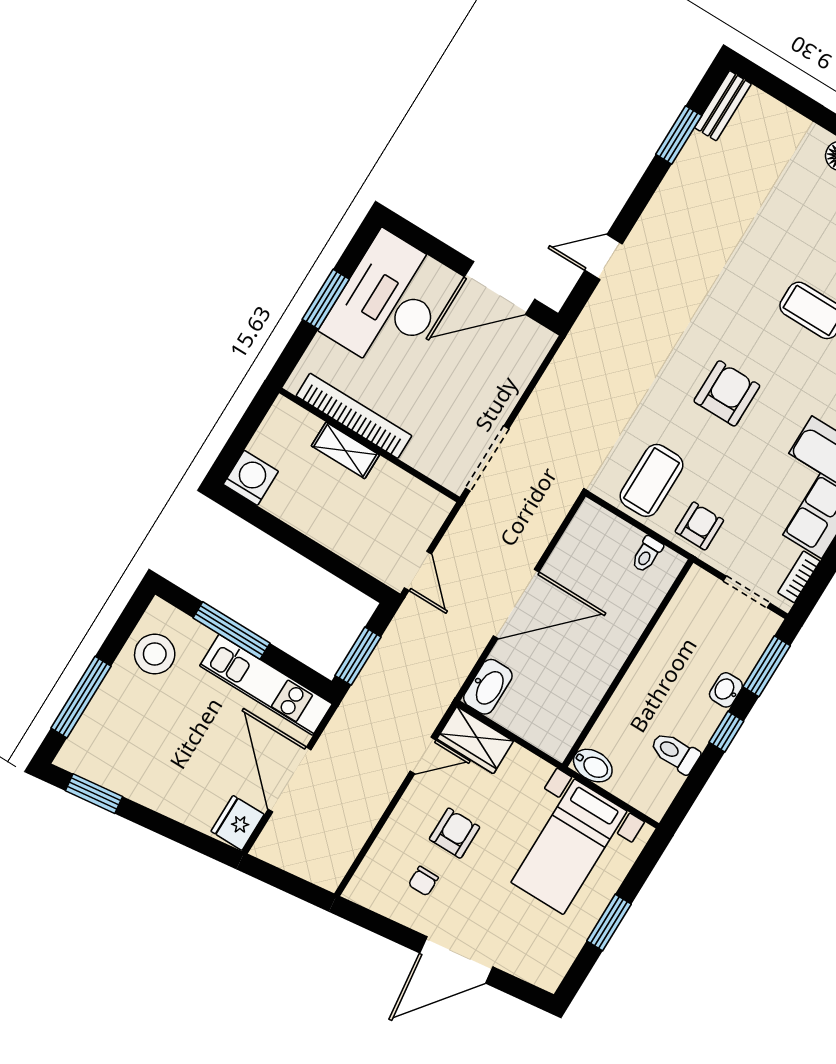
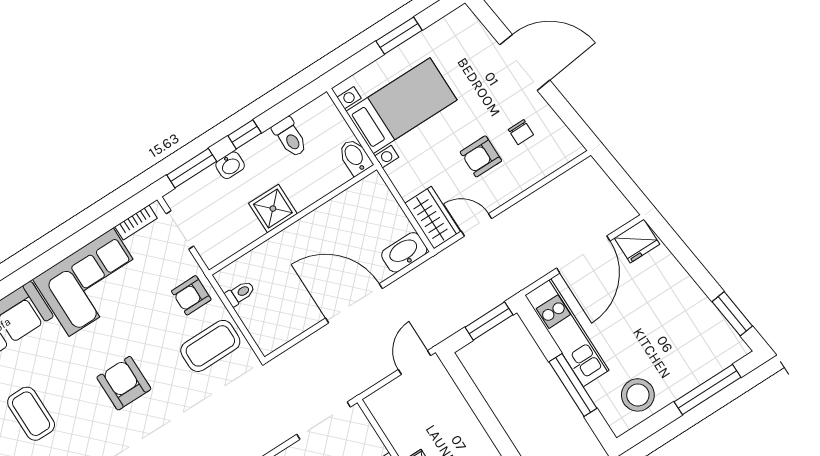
armchair: (727, 393) -> (124, 383), turned 90
shower: (656, 665) -> (273, 209), added
chair: (423, 881) -> (521, 132), turned 90

